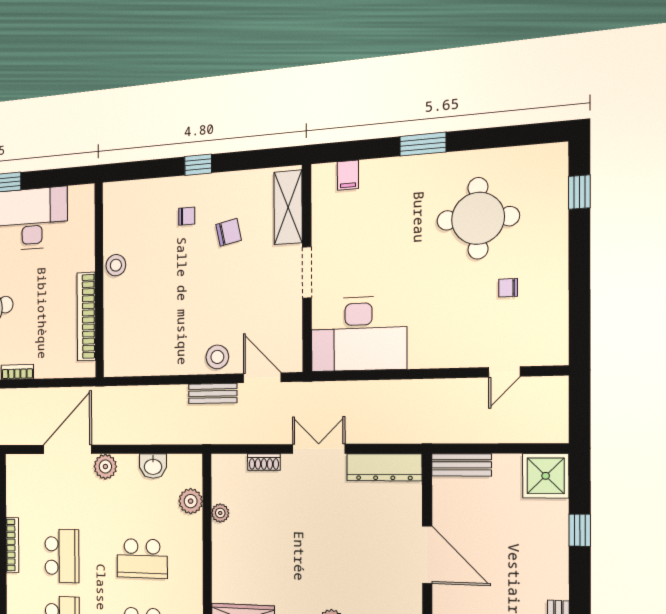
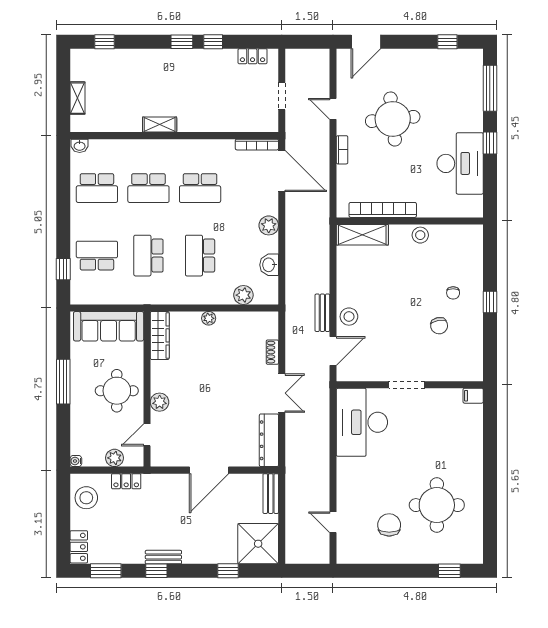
window: (423, 144) -> (490, 468), removed
filing cabinet: (348, 175) -> (473, 396), moved
shelving: (288, 207) -> (362, 235), moved
chair: (508, 288) -> (389, 525), width x1.87, depth x1.87
door: (67, 449) -> (282, 171), moved
shower: (546, 476) -> (258, 544), width x1.37, depth x1.37
plant: (220, 513) -> (209, 318), moved
bookcase: (12, 545) -> (257, 145), moved

